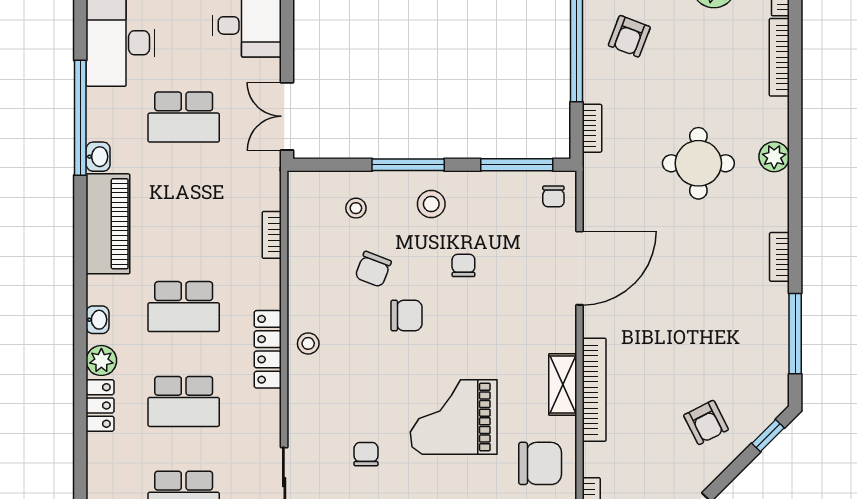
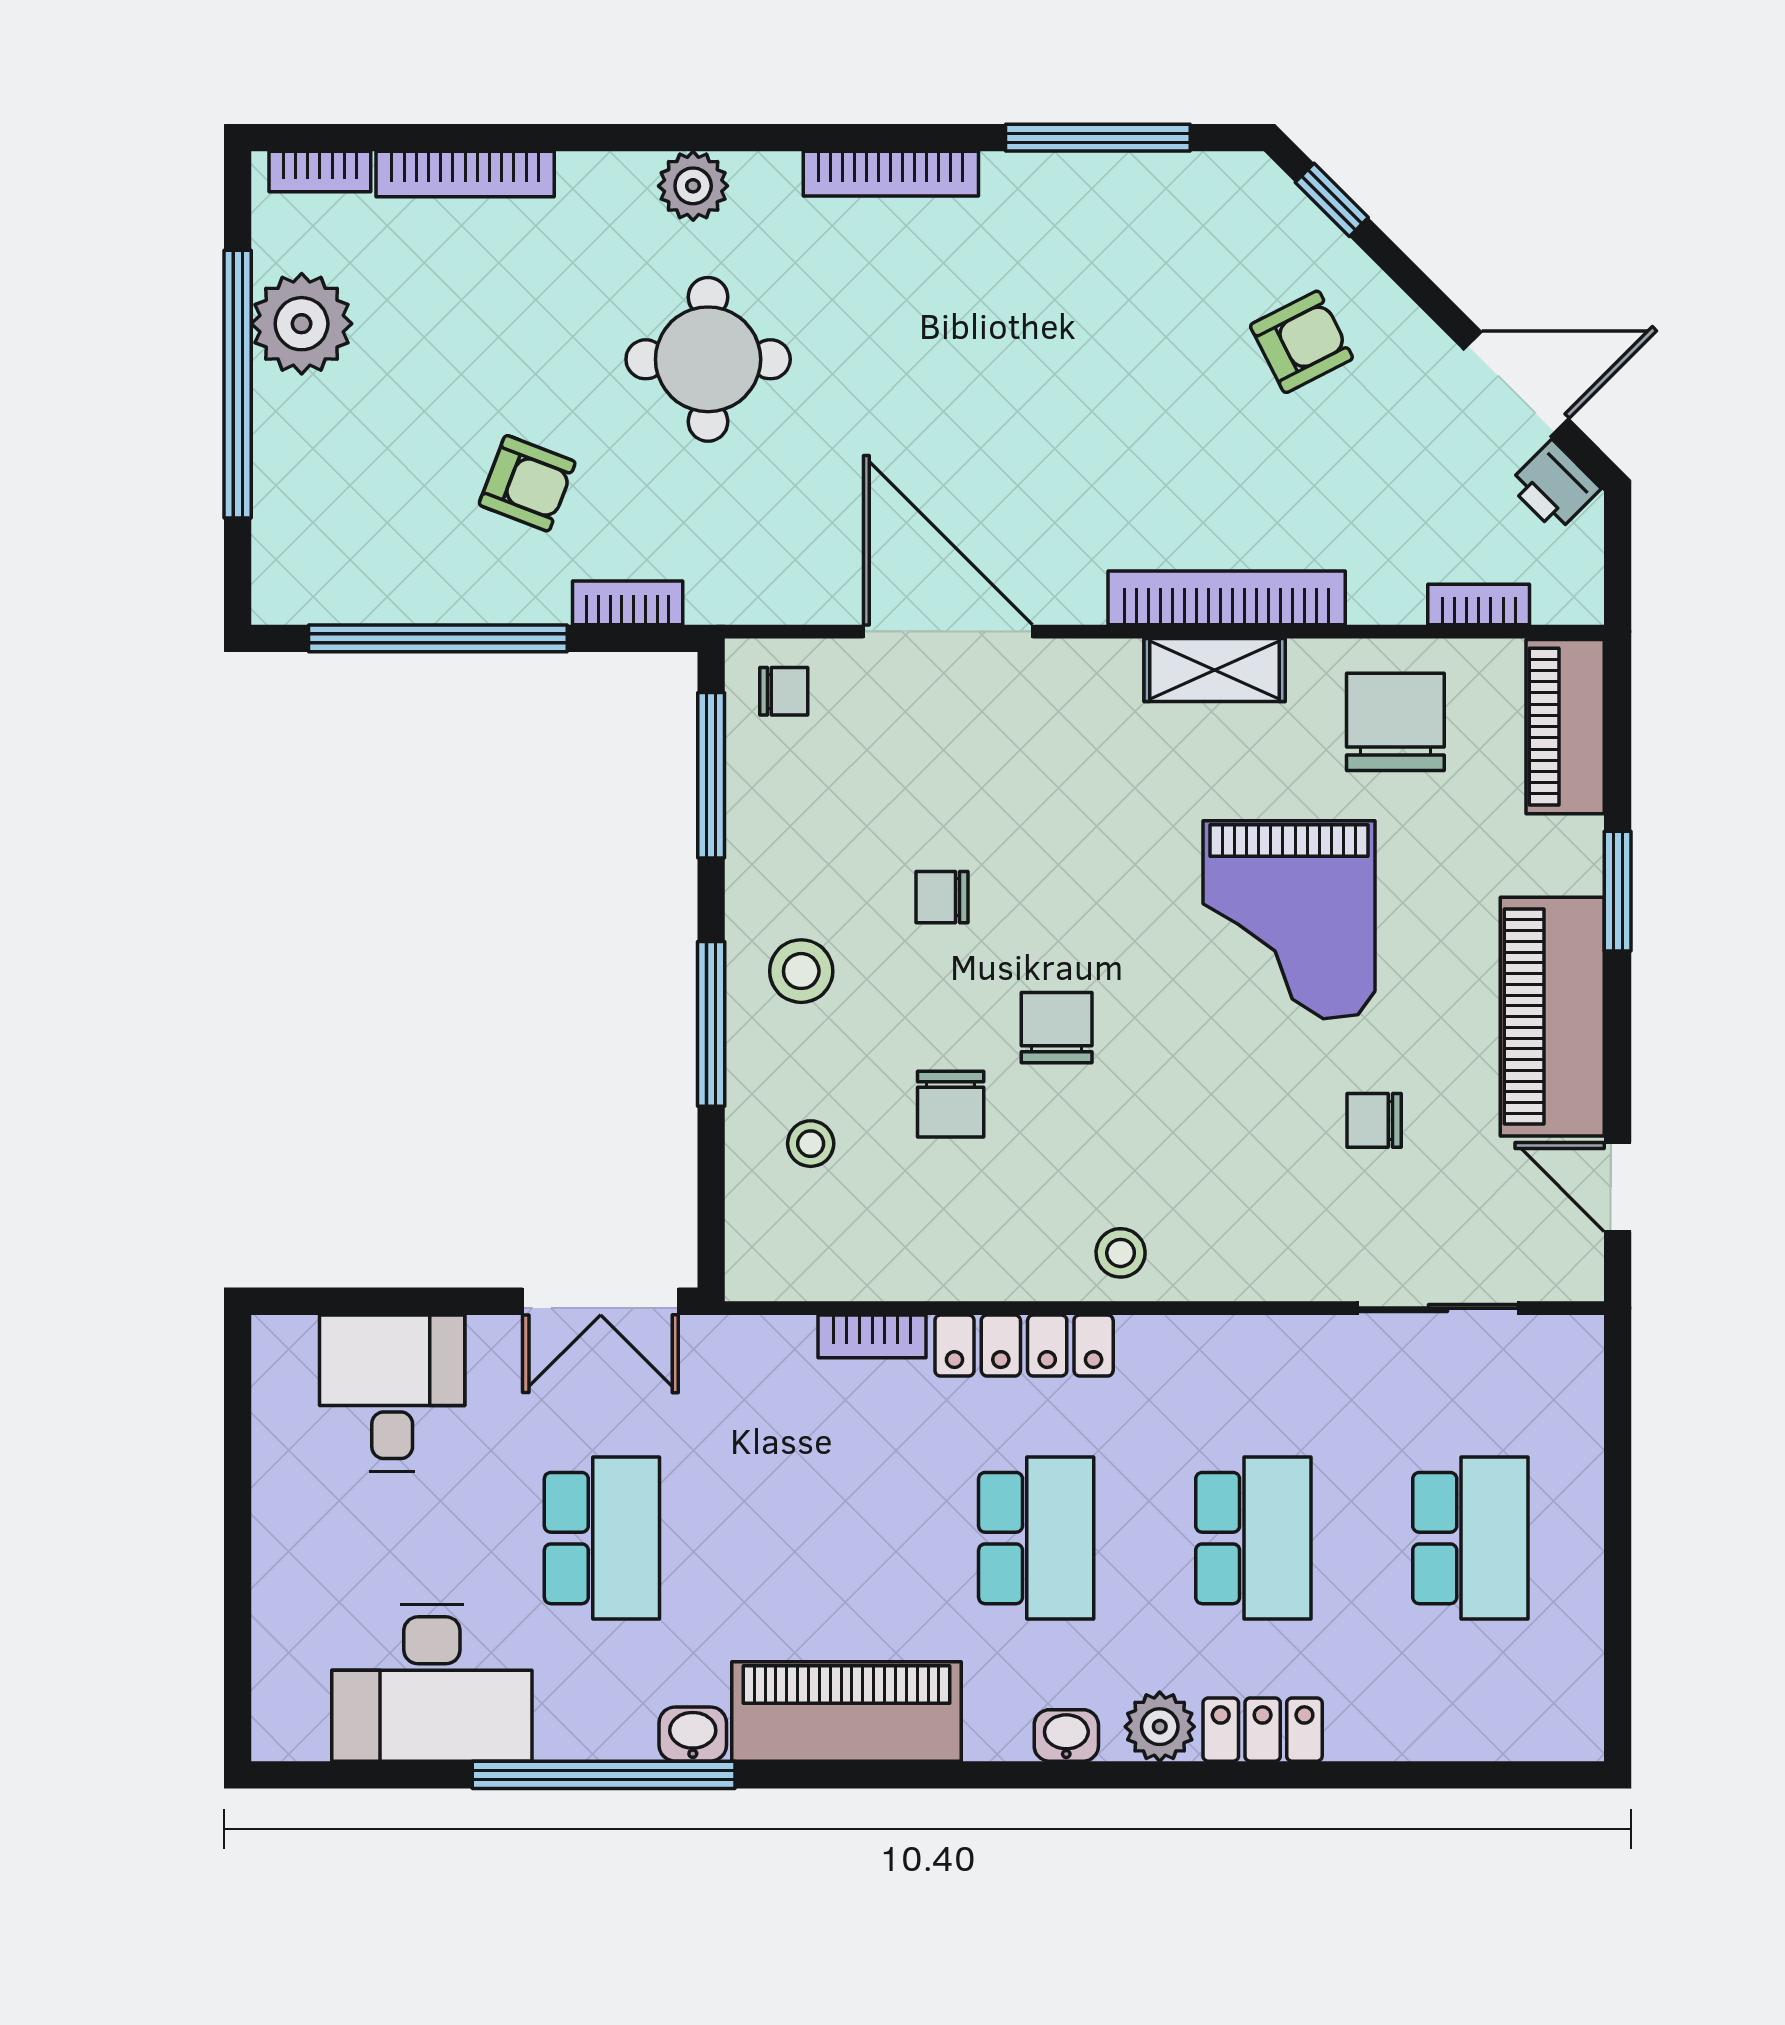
armchair: (629, 36) -> (527, 483), moved
bookcase: (779, 257) -> (891, 174), width x1.56
chair: (373, 269) -> (951, 1104), turned 69
locker: (268, 349) -> (1024, 1345), moved

